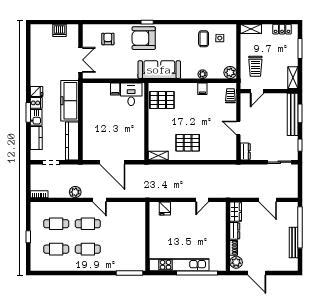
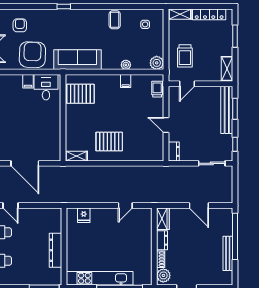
locker: (282, 29) -> (209, 14), width x1.53
armchair: (144, 38) -> (32, 55), moved, turned 92
coffee table: (204, 39) -> (115, 20), moved
dresser: (140, 240) -> (56, 250), added

